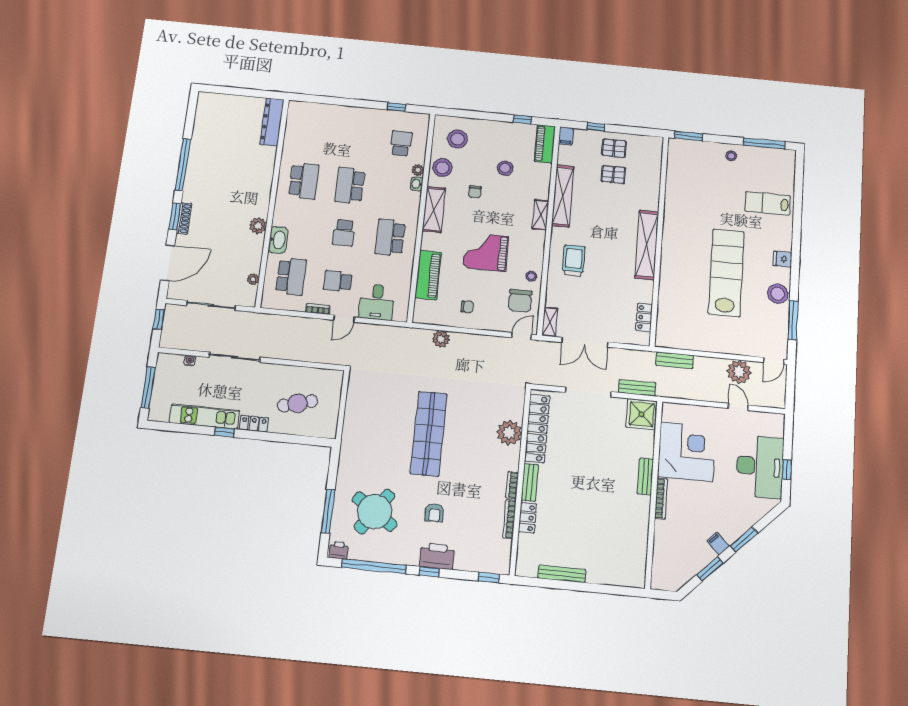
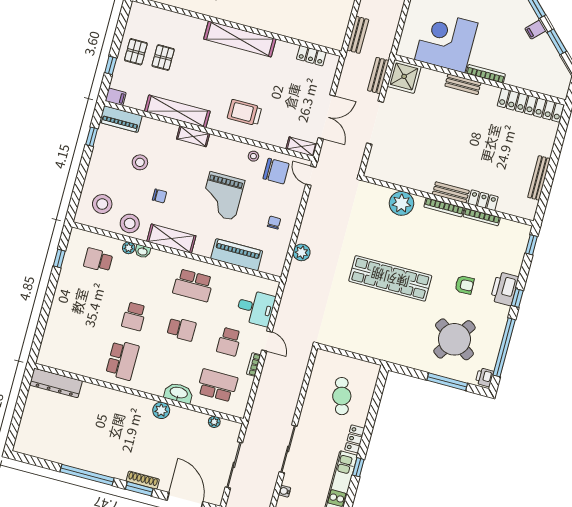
school desk: (304, 181) -> (122, 360), turned 90
school desk: (350, 185) -> (134, 316), width x0.54
locker: (537, 428) -> (531, 105), moved, turned 180
bookcase: (512, 485) -> (444, 207), width x1.56

